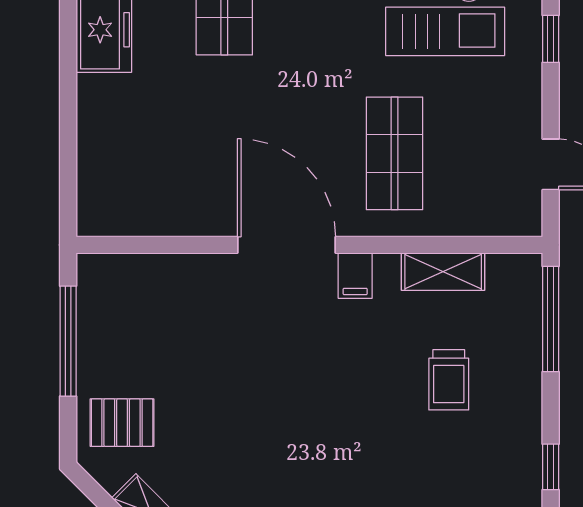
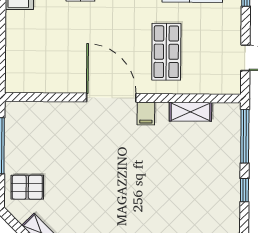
trolley: (449, 380) -> (193, 167), removed
window: (551, 467) -> (244, 190), moved

